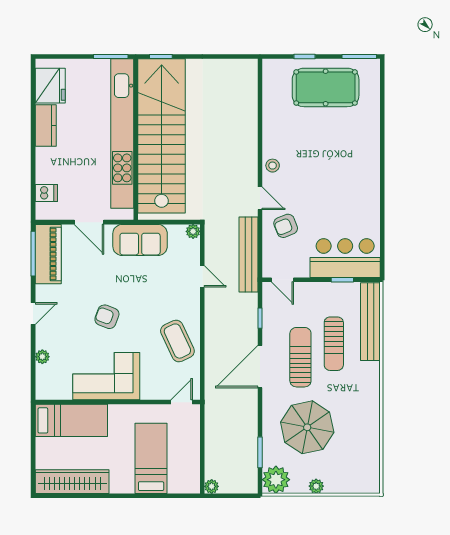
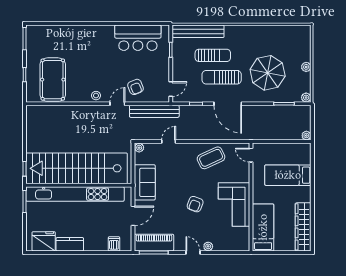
pool table: (326, 87) -> (53, 80), moved
bar counter: (345, 258) -> (138, 38), moved, turned -90
plant: (42, 357) -> (208, 246), moved
plant: (276, 480) -> (306, 98), width x0.53, depth x0.53

